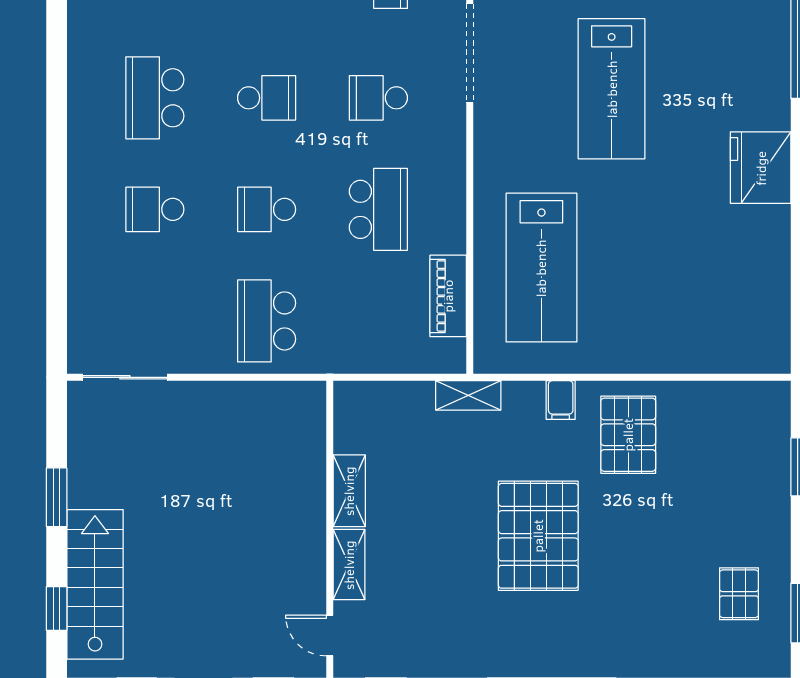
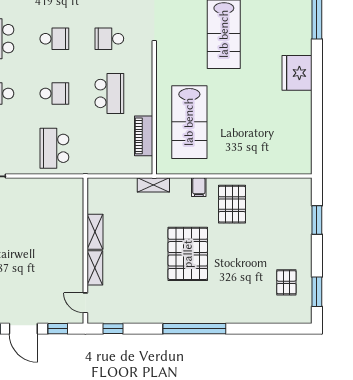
school desk: (267, 209) -> (54, 93), turned 180

